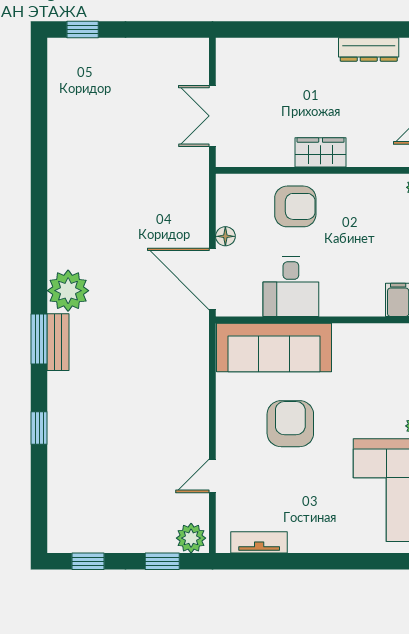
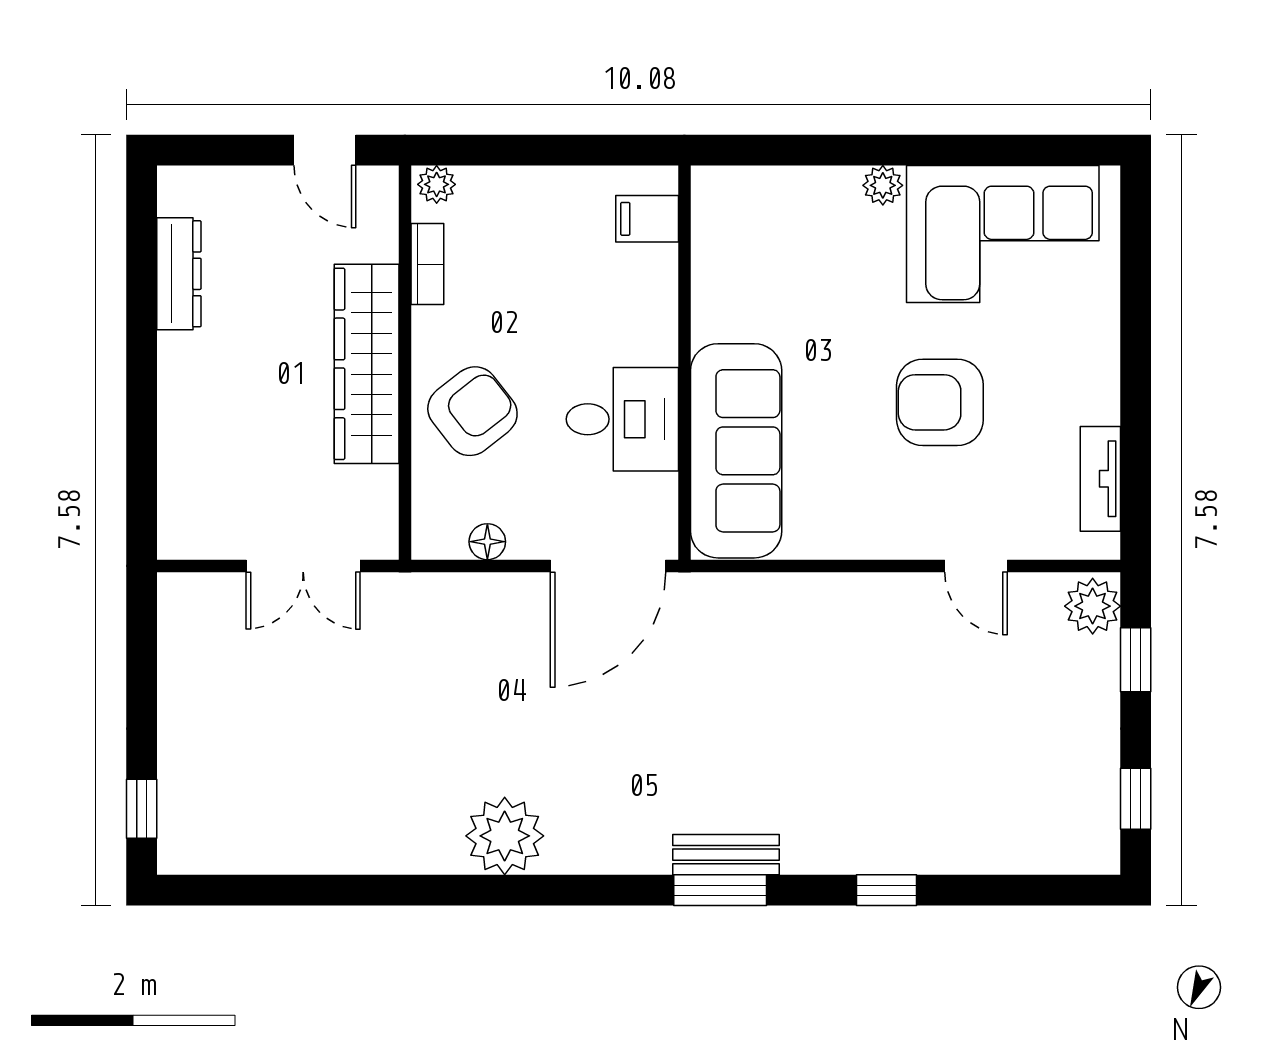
wardrobe: (321, 152) -> (367, 364), width x2.10, depth x1.17
bookcase: (374, 182) -> (427, 264), added
armchair: (295, 206) -> (472, 411), turned 52
floor lamp: (225, 236) -> (487, 542), moved
plant: (68, 291) -> (505, 836), moved
armchair: (290, 424) -> (940, 402), moved

